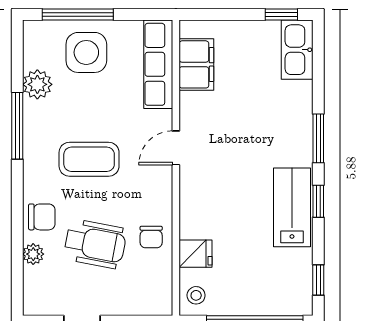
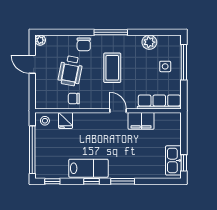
kitchen sink: (297, 50) -> (173, 160), moved, turned -90
side table: (86, 52) -> (165, 66), width x0.54, depth x0.54
filing cabinet: (196, 64) -> (141, 121), moved
window: (17, 126) -> (111, 32), moved
plant: (33, 254) -> (40, 40), moved

